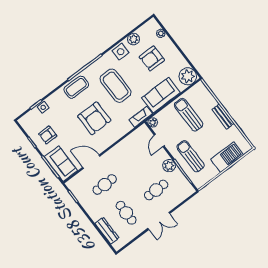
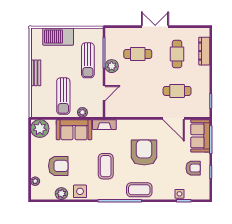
coffee table: (116, 86) -> (106, 166), width x0.73, depth x0.76
plant: (153, 122) -> (82, 112), moved

